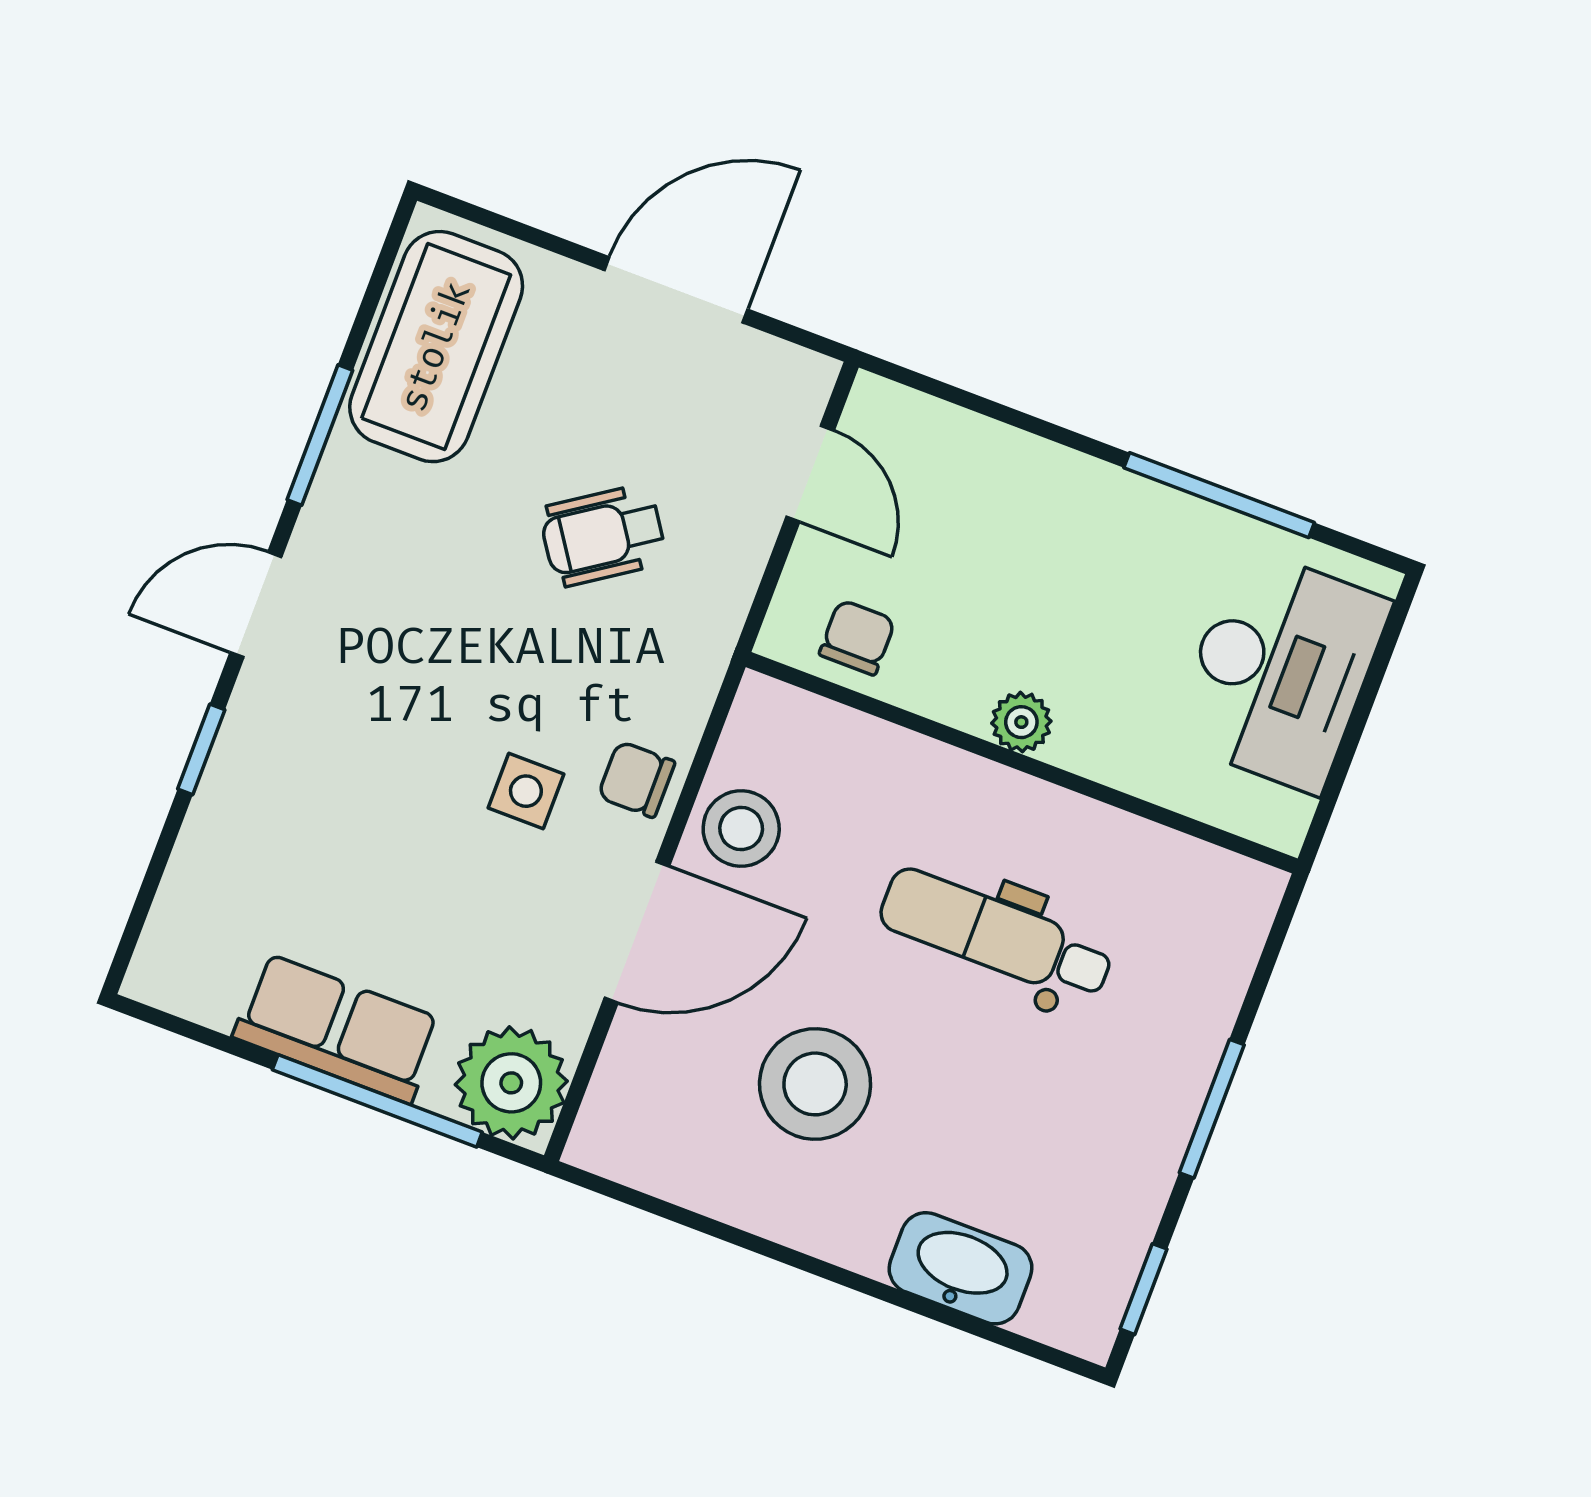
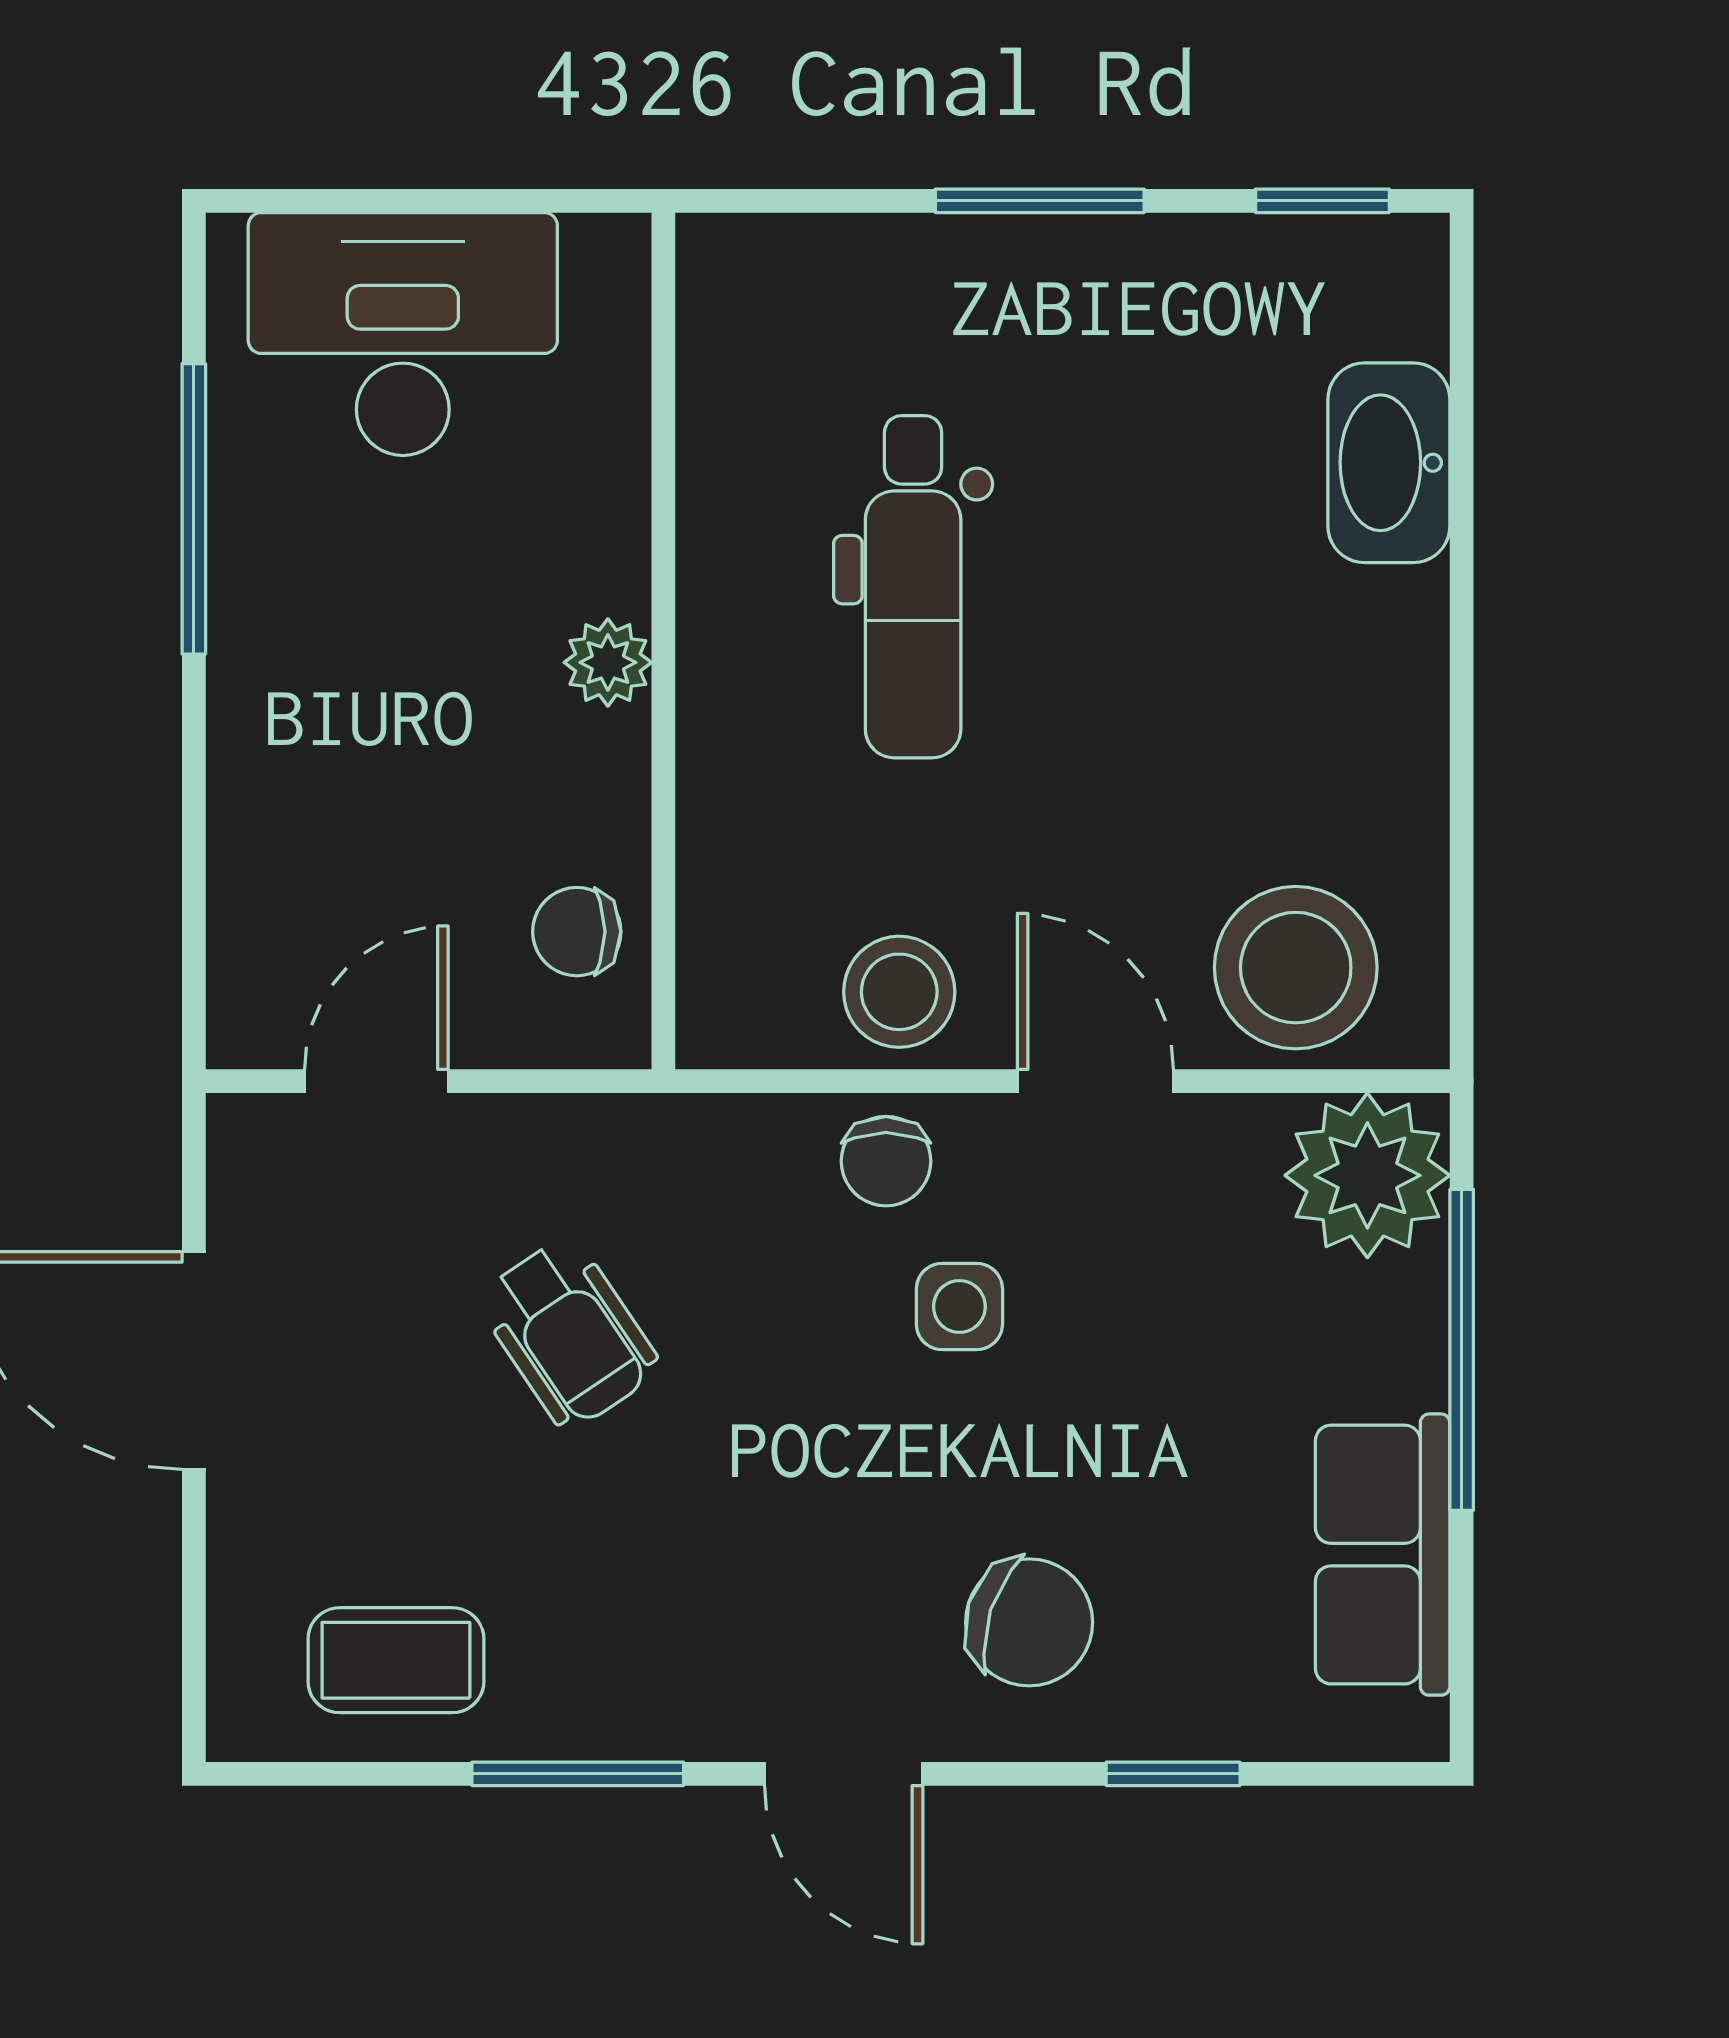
coffee table: (436, 347) -> (396, 1660), width x0.54, depth x0.58
window: (201, 749) -> (1173, 1774), moved
chair: (308, 759) -> (1029, 1622), added
door: (637, 932) -> (1095, 1081), width x0.73
row of seats: (337, 1028) -> (1383, 1555), moved
stool: (815, 1084) -> (1296, 968), moved

